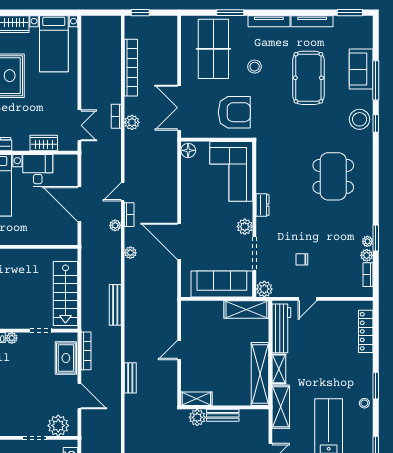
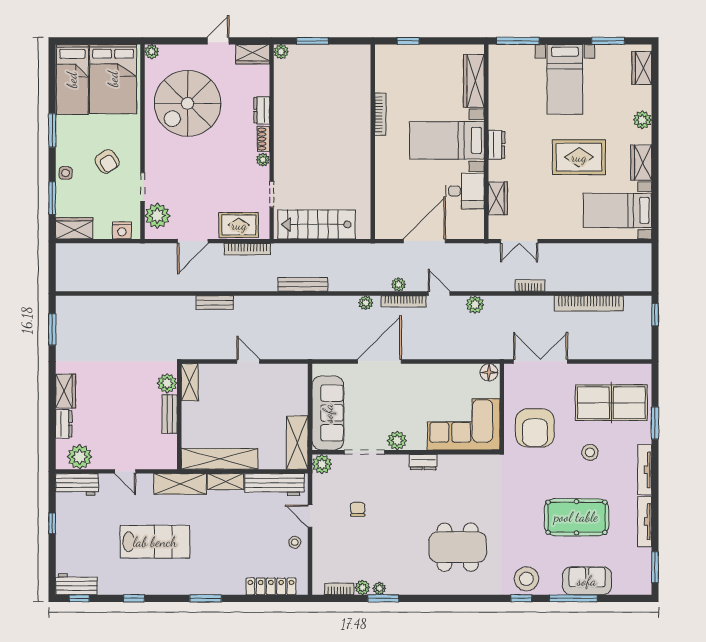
plant: (132, 122) -> (475, 305), moved
bookcase: (129, 215) -> (404, 301), width x1.56
stool: (364, 403) -> (295, 542), moved

